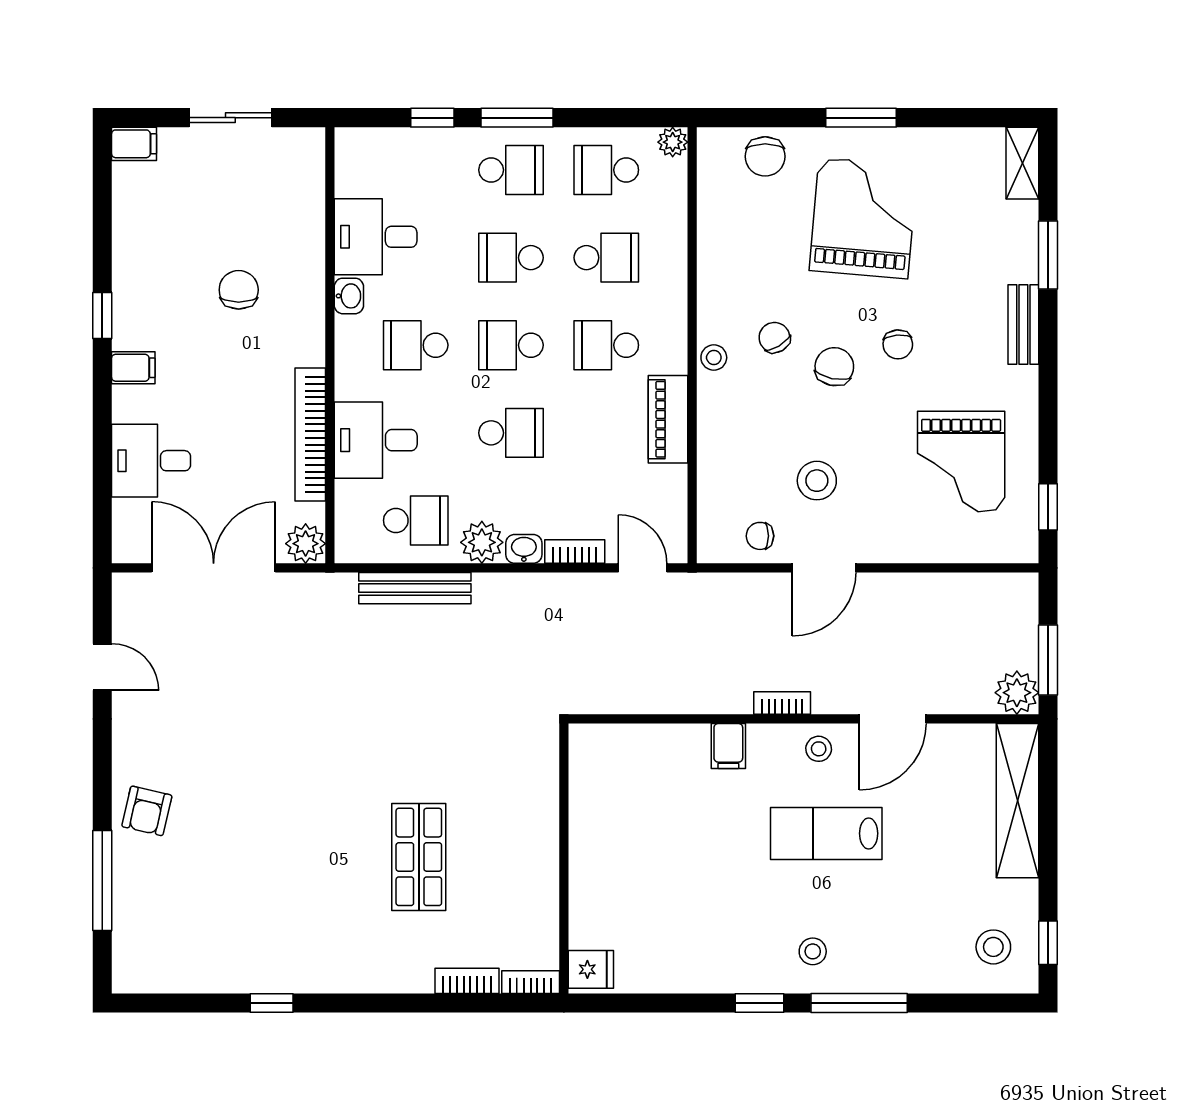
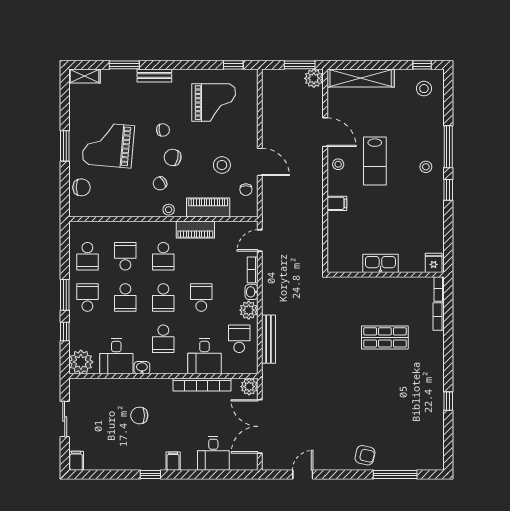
plant: (673, 142) -> (81, 362), moved, width x1.88, depth x1.88
piano: (719, 449) -> (208, 207), added
bookcase: (782, 703) -> (318, 180), removed
kitchen sink: (590, 846) -> (380, 263), added

